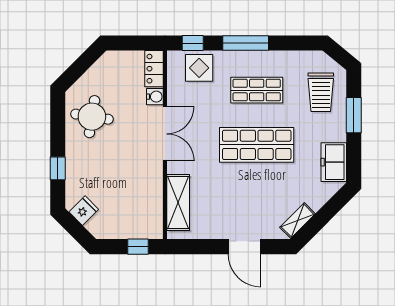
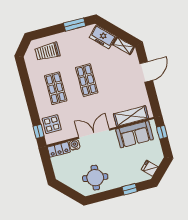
window: (246, 43) -> (31, 101), removed
trolley: (321, 92) -> (47, 52), turned 180
window: (354, 115) -> (75, 25), moved
shop shelf: (257, 145) -> (87, 80), width x0.70, depth x0.74
freezer: (334, 162) -> (103, 37), moved, turned 45
sofa: (146, 200) -> (135, 134), added

